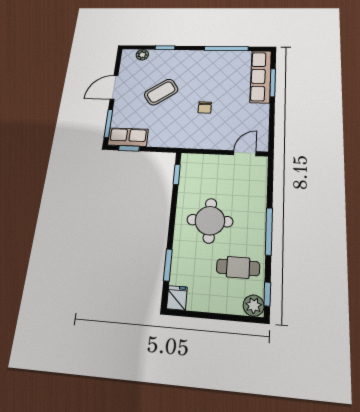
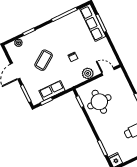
row of seats: (128, 137) -> (52, 91), moved
plant: (212, 141) -> (88, 73), added
door: (245, 153) -> (108, 71), hinge flipped
round table: (210, 221) -> (99, 102), moved

